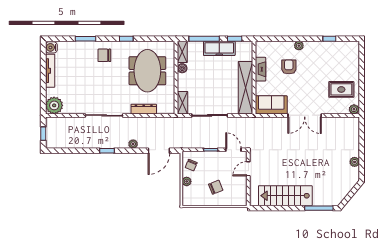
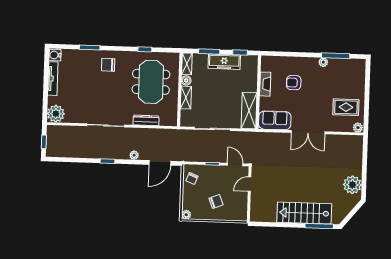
window: (126, 39) -> (145, 49), moved
window: (204, 39) -> (209, 51), width x0.69
window: (329, 39) -> (336, 56), width x2.17
plant: (299, 46) -> (323, 62), moved
armchair: (289, 67) -> (294, 83), turned -90
shelving: (246, 88) -> (249, 111), width x0.68
shelving: (183, 103) -> (186, 98), moved
plant: (355, 162) -> (352, 185), width x1.87, depth x1.87
plant: (187, 181) -> (186, 215), moved
stairs: (285, 196) -> (304, 213), moved

